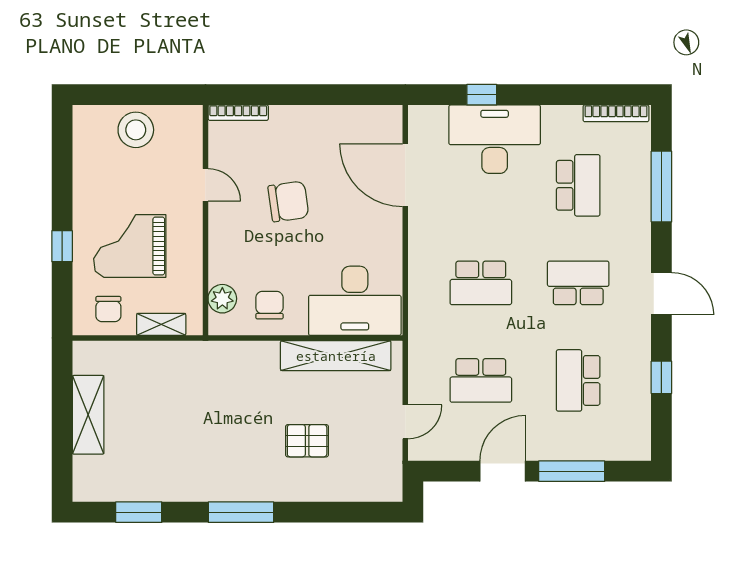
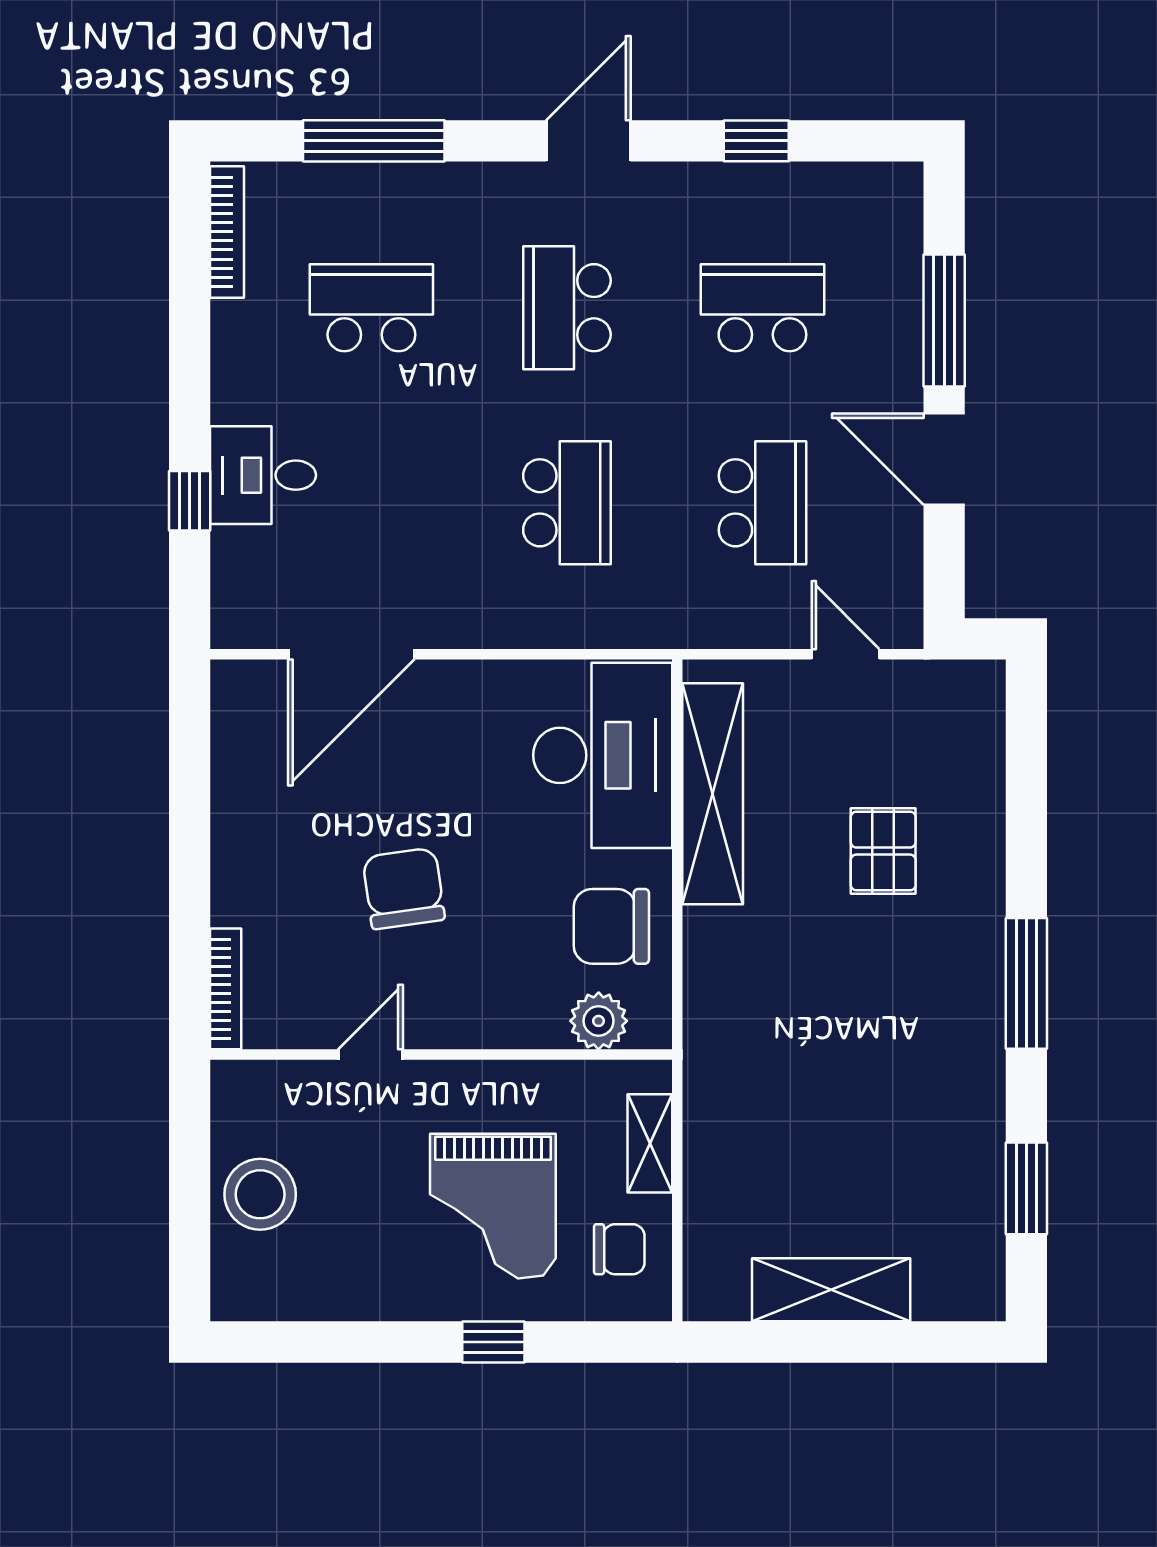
desk: (495, 139) -> (263, 475), width x0.53, depth x0.77
chair: (269, 305) -> (611, 926), width x1.37, depth x1.37
school desk: (578, 380) -> (762, 308), turned 180

